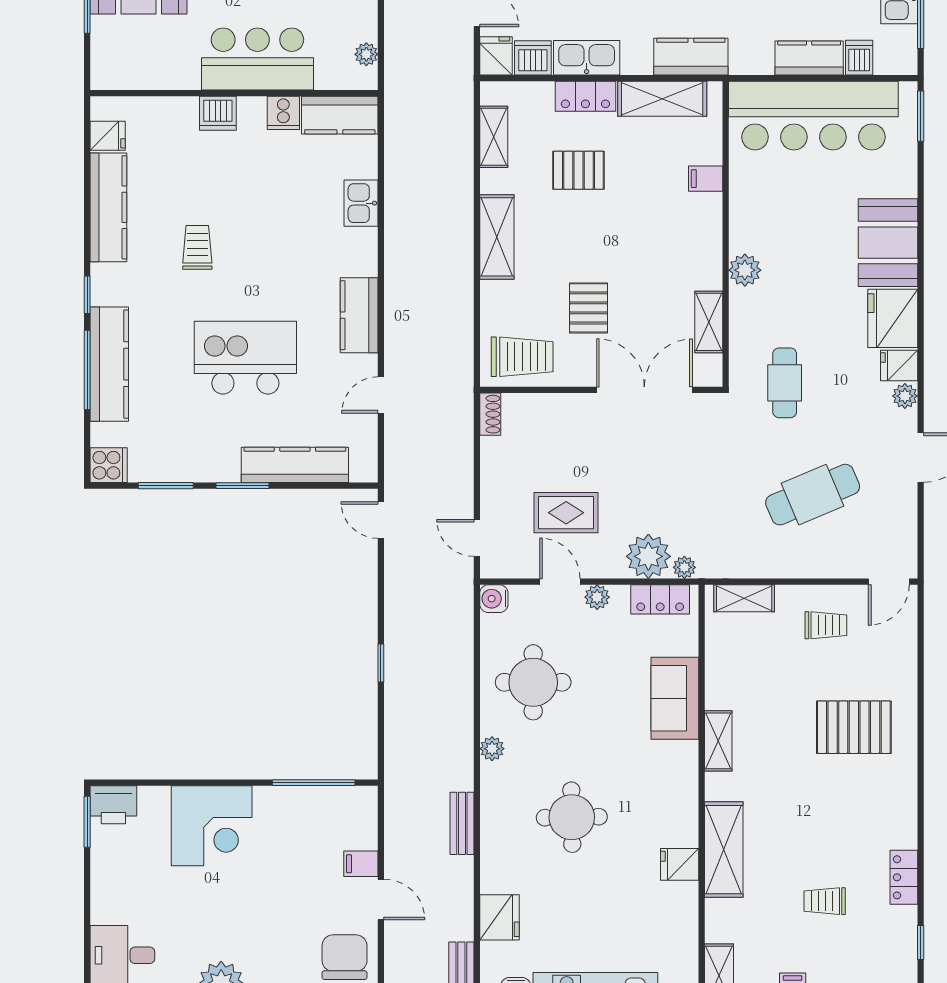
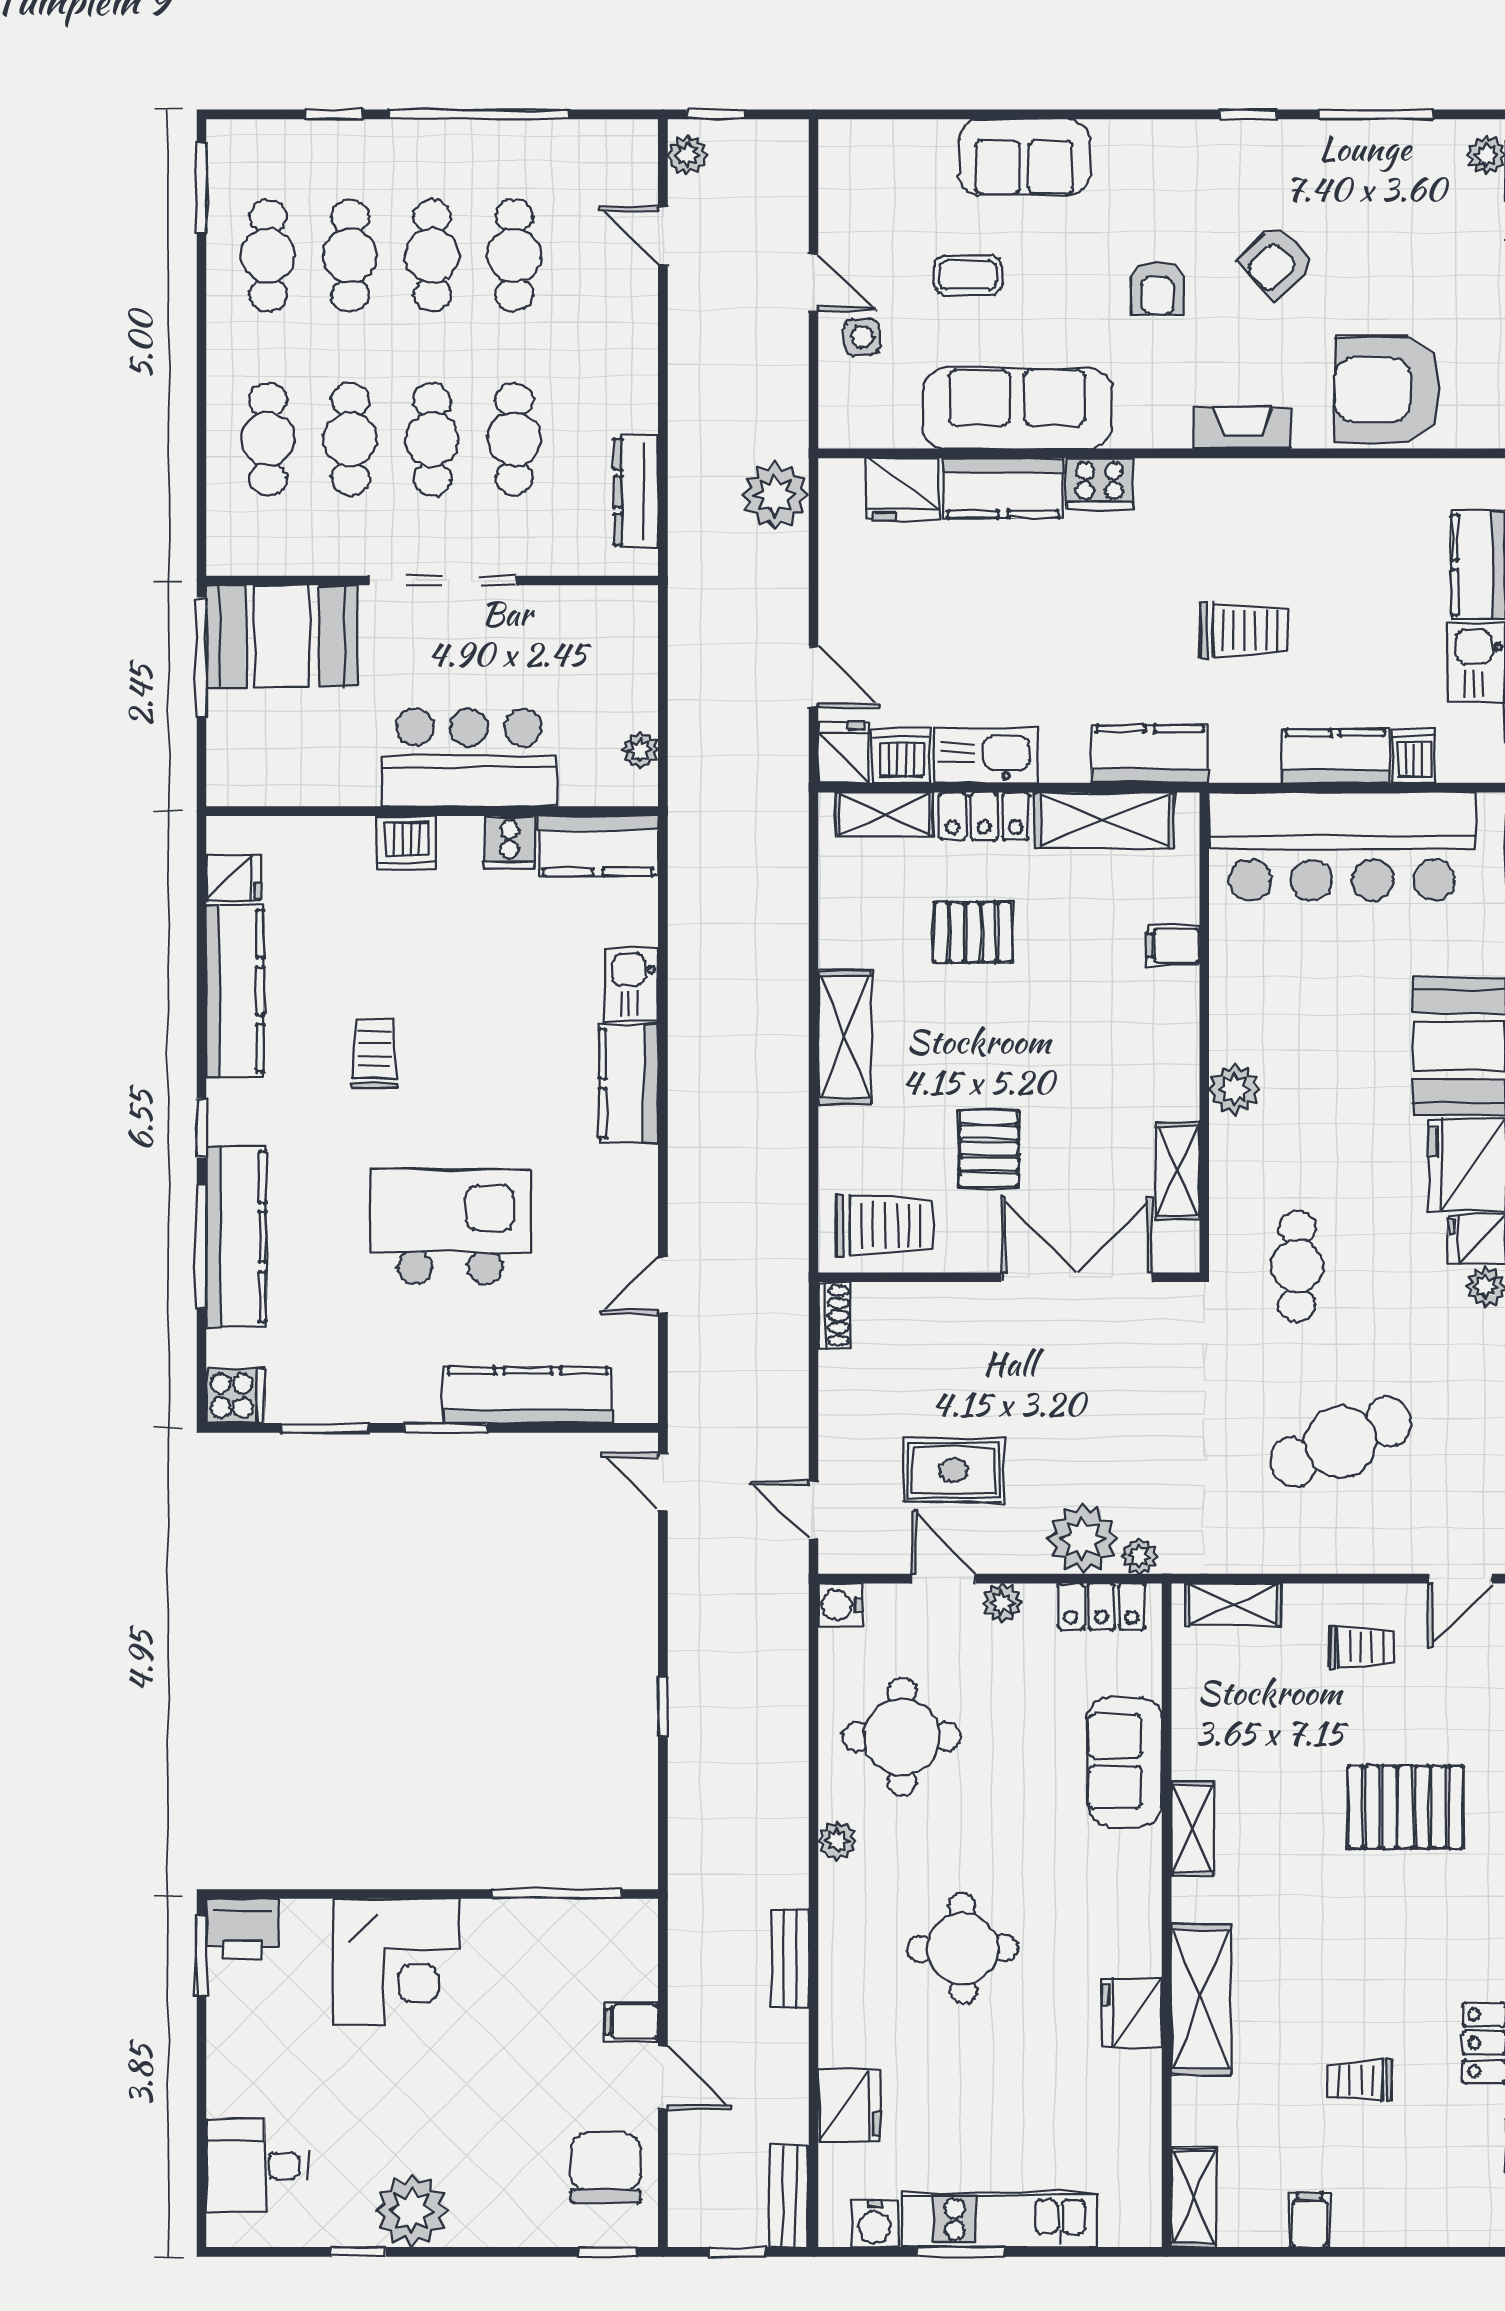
shelving: (494, 137) -> (884, 814), moved, turned 90
kitchen counter: (359, 315) -> (629, 1083), moved
fridge: (680, 864) -> (1132, 2013), width x1.38

